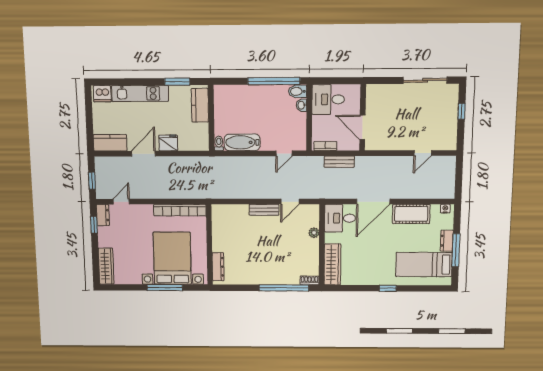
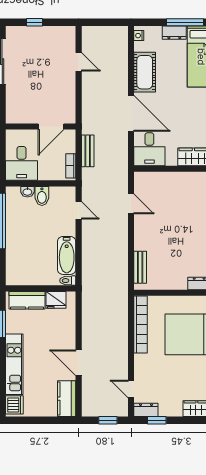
bidet: (297, 91) -> (42, 196), moved
fridge: (168, 143) -> (56, 300), moved, turned -90
bench: (264, 210) -> (140, 267), moved
plant: (314, 233) -> (166, 178), removed

